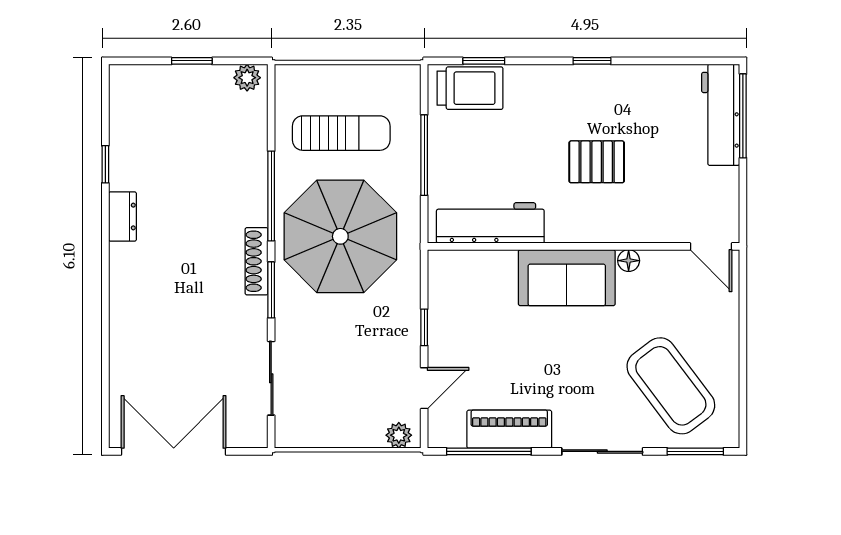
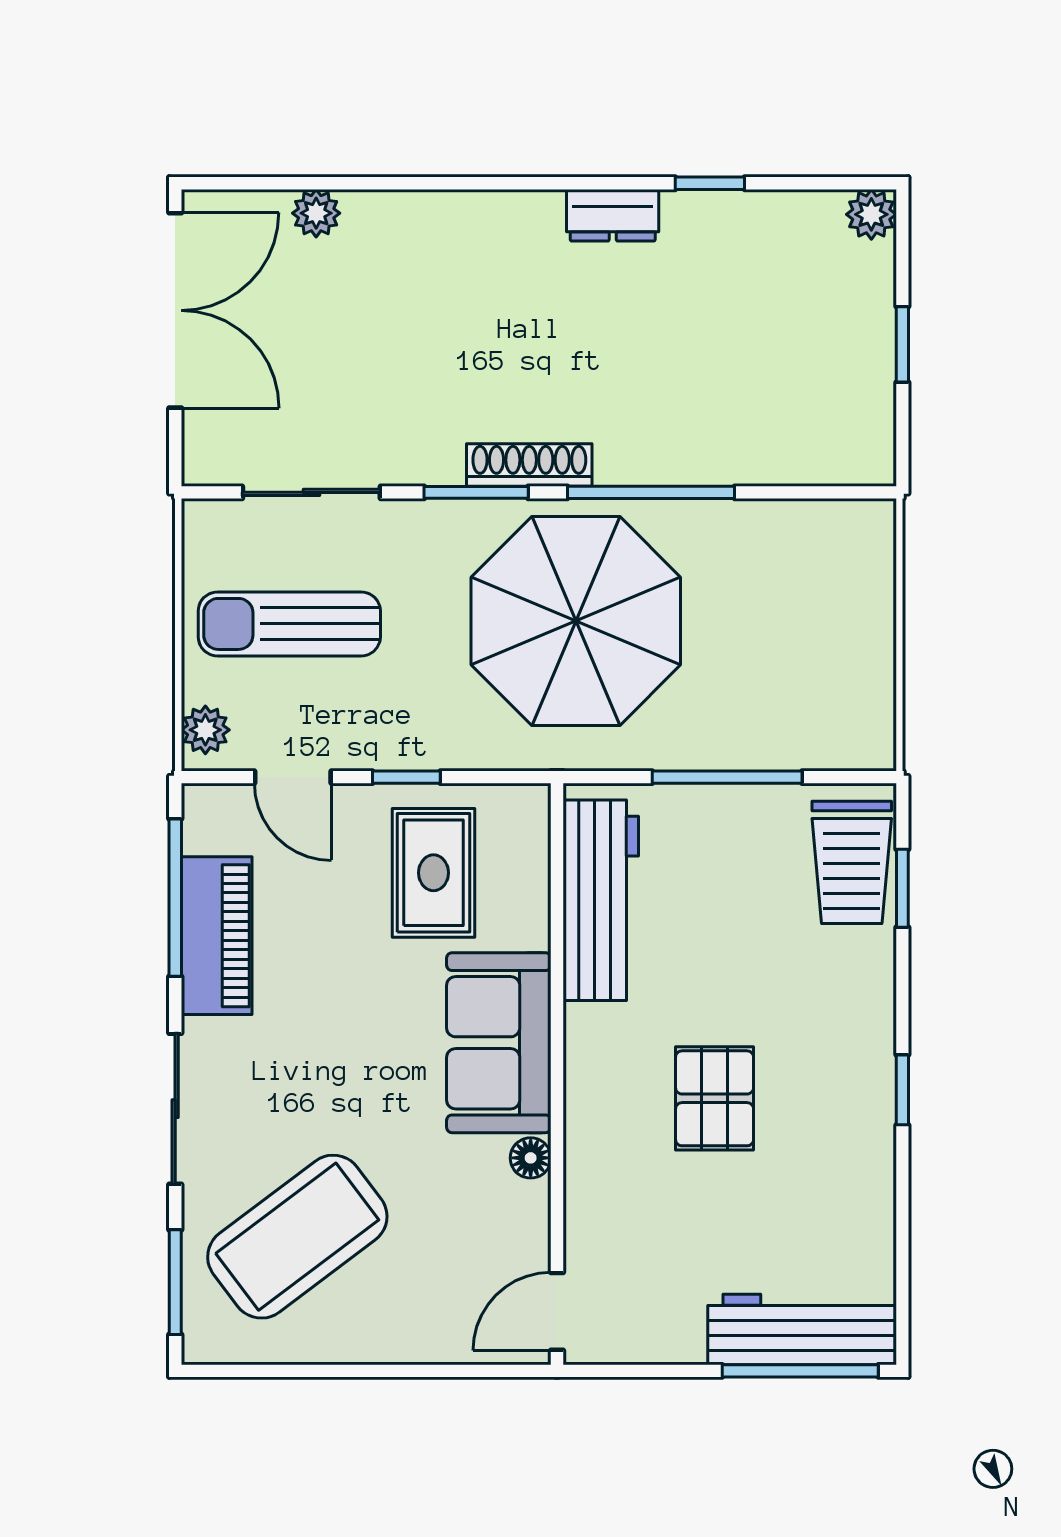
plant: (247, 78) -> (871, 214), moved
sun lounger: (341, 133) -> (289, 624), moved, turned 90
rug: (476, 313) -> (434, 873), added
plant: (121, 376) -> (316, 213), added

